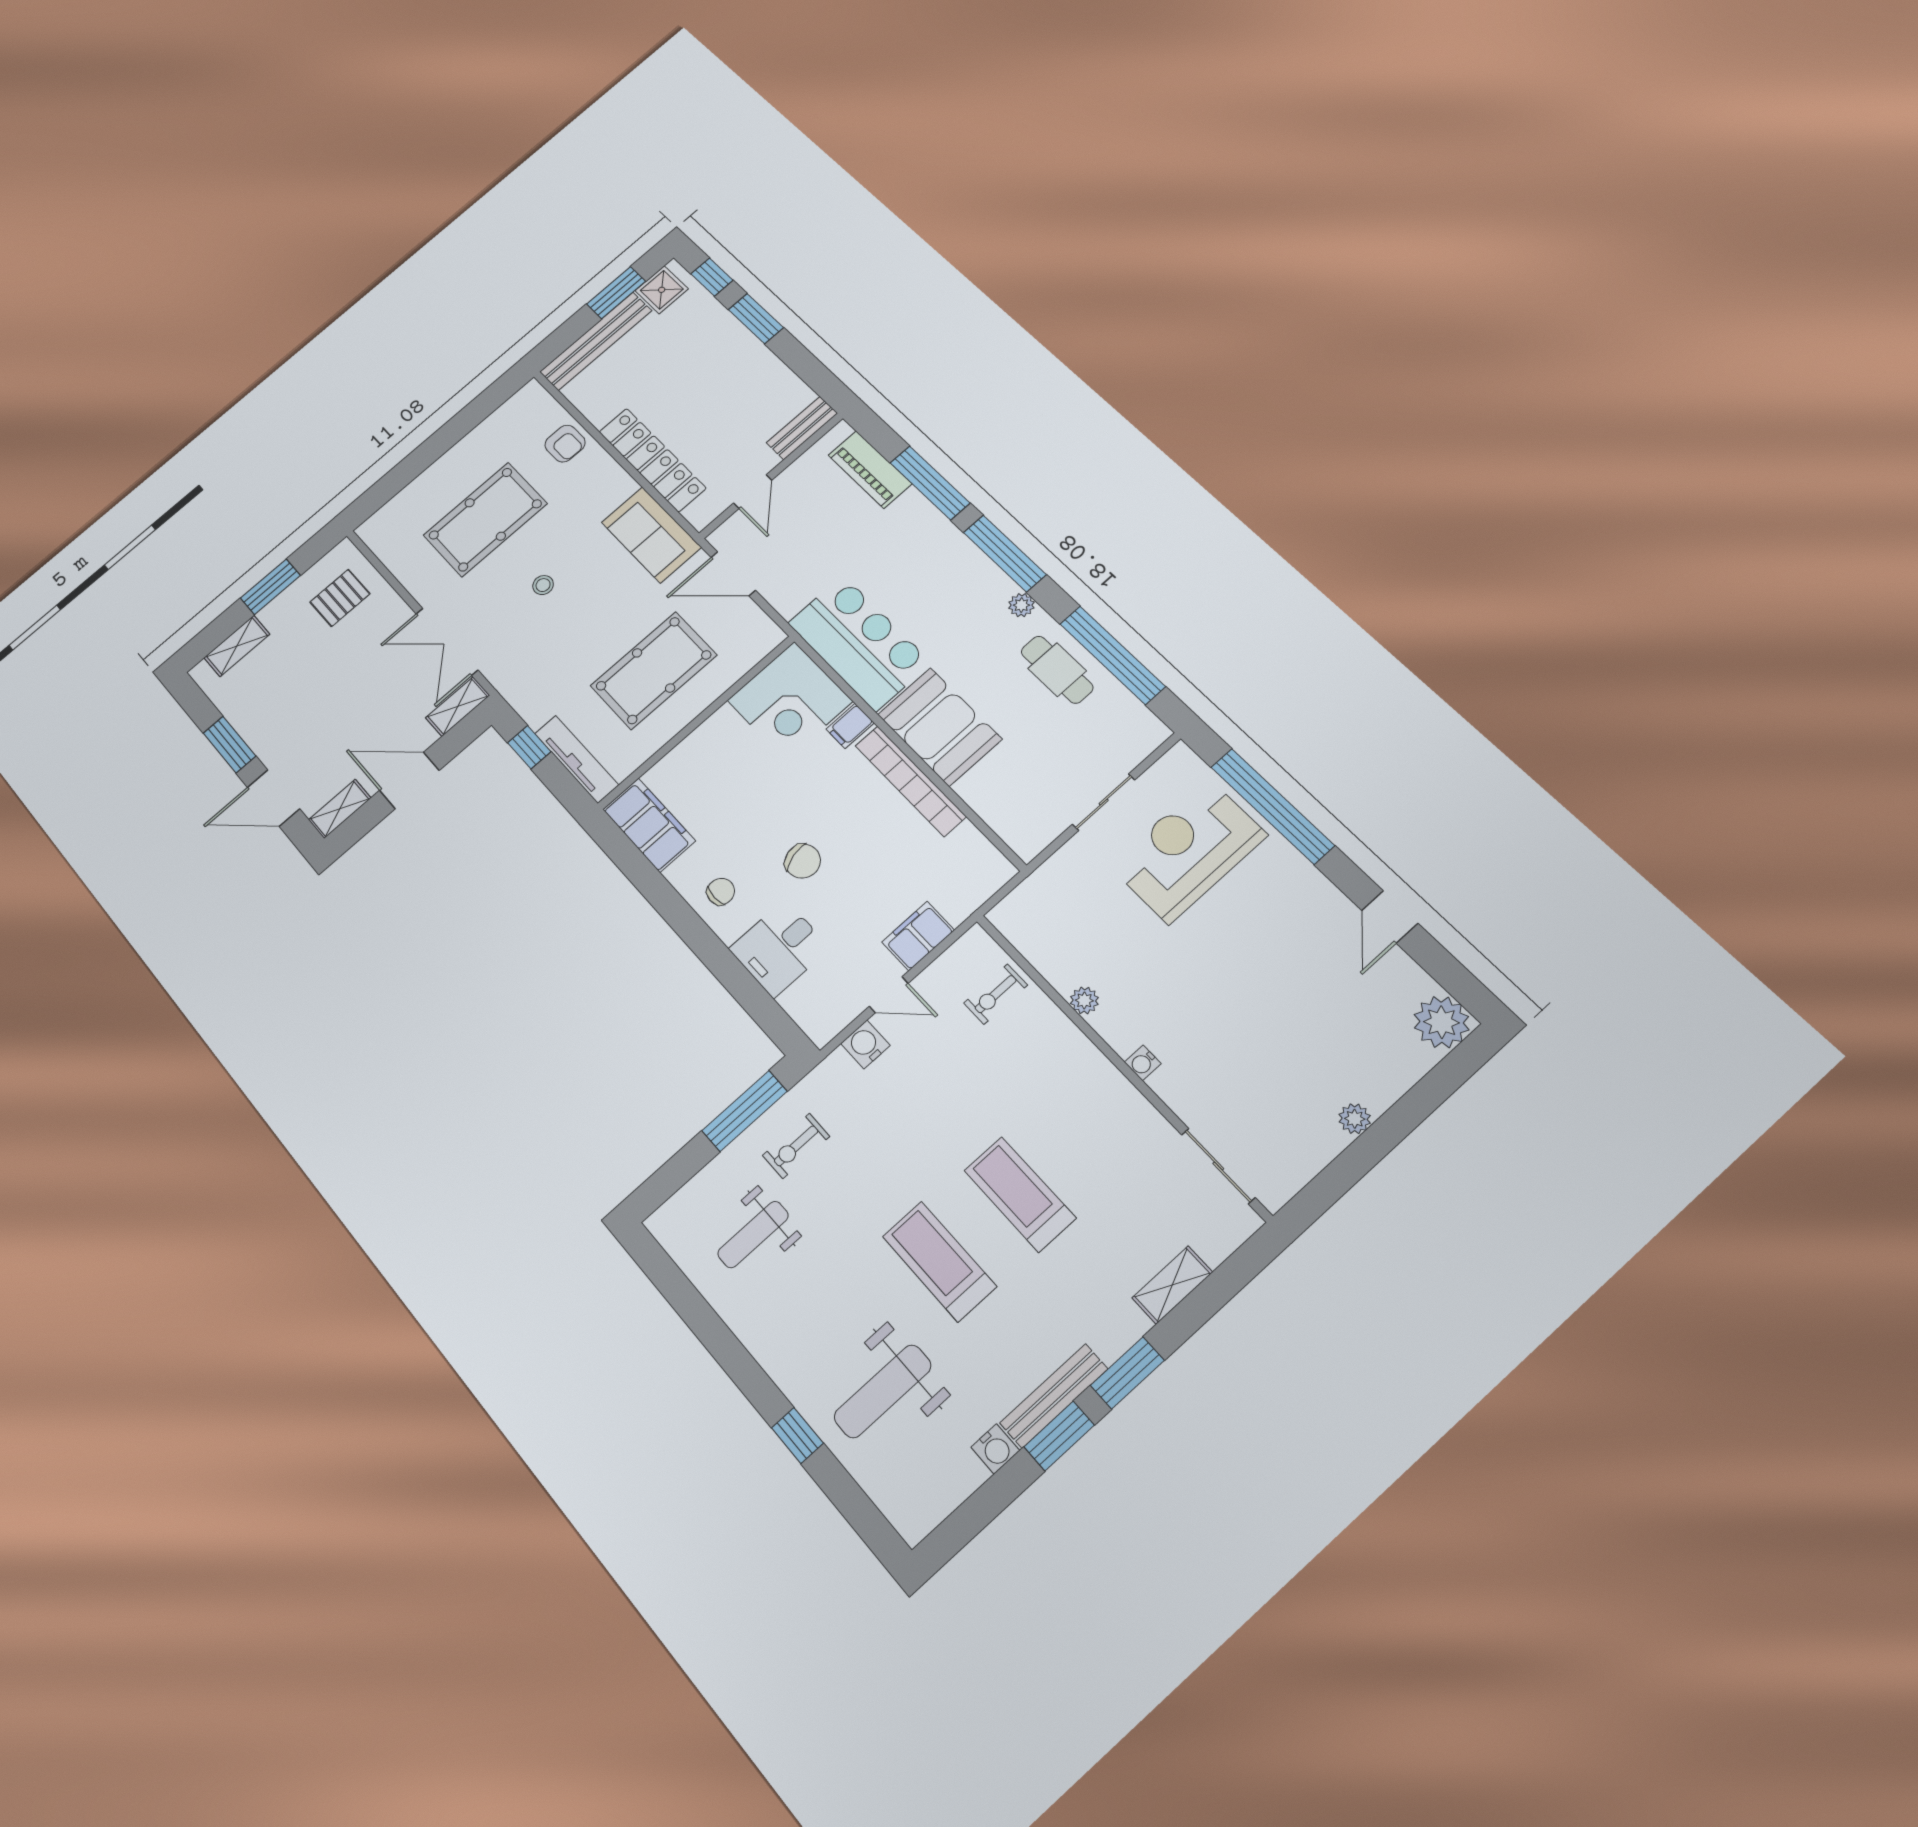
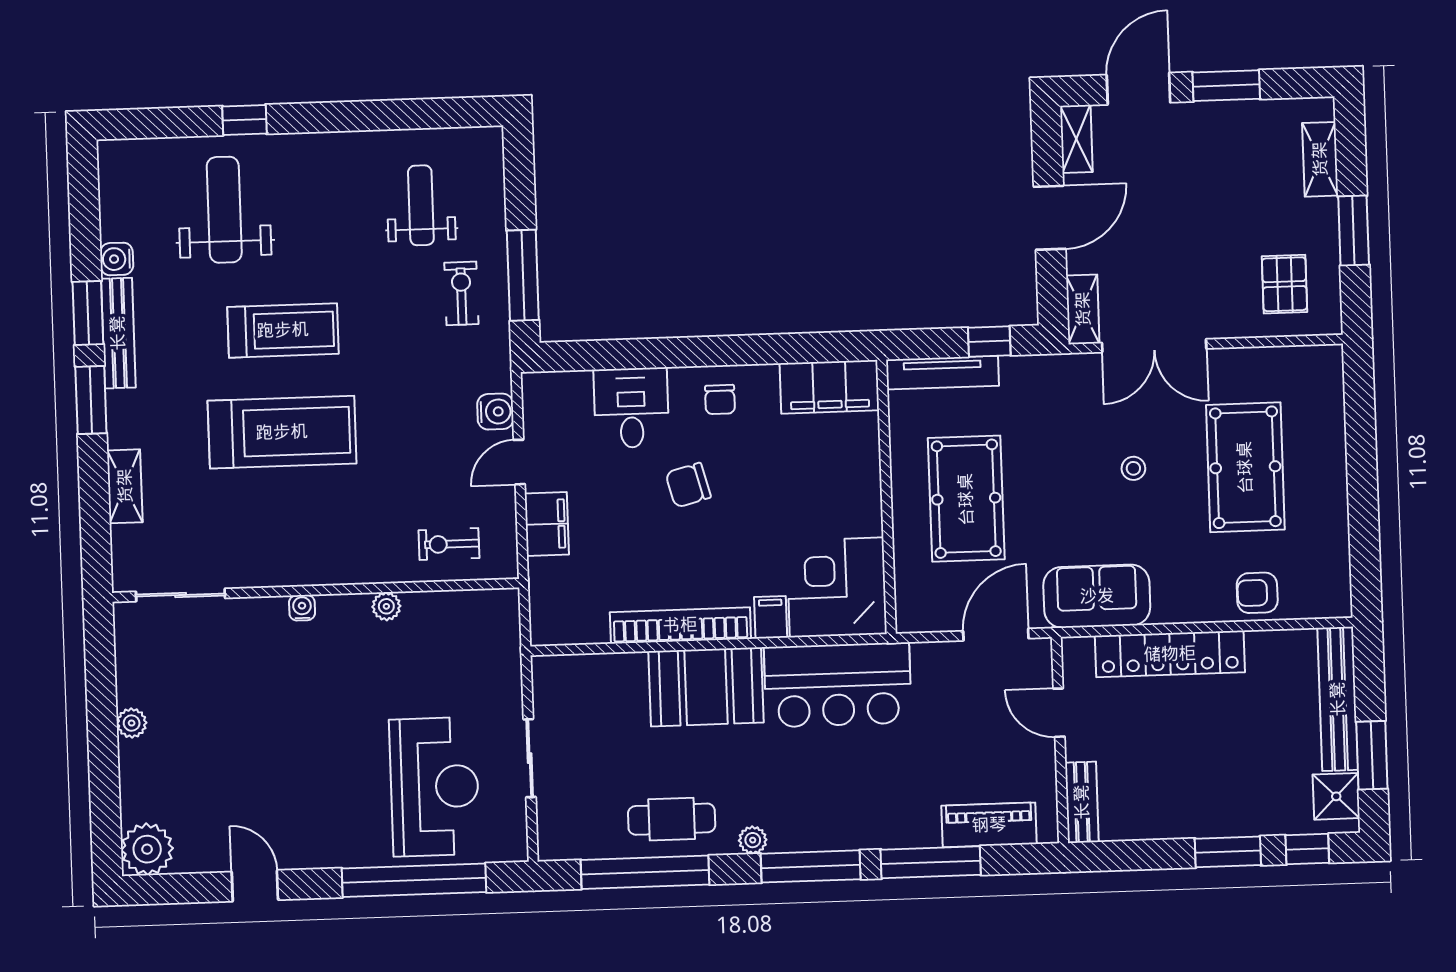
double door: (447, 642) -> (1154, 346), swing flipped
exercise bike: (996, 994) -> (449, 544), turned -90
treadmill: (1020, 1194) -> (282, 432), width x1.37, depth x1.38

